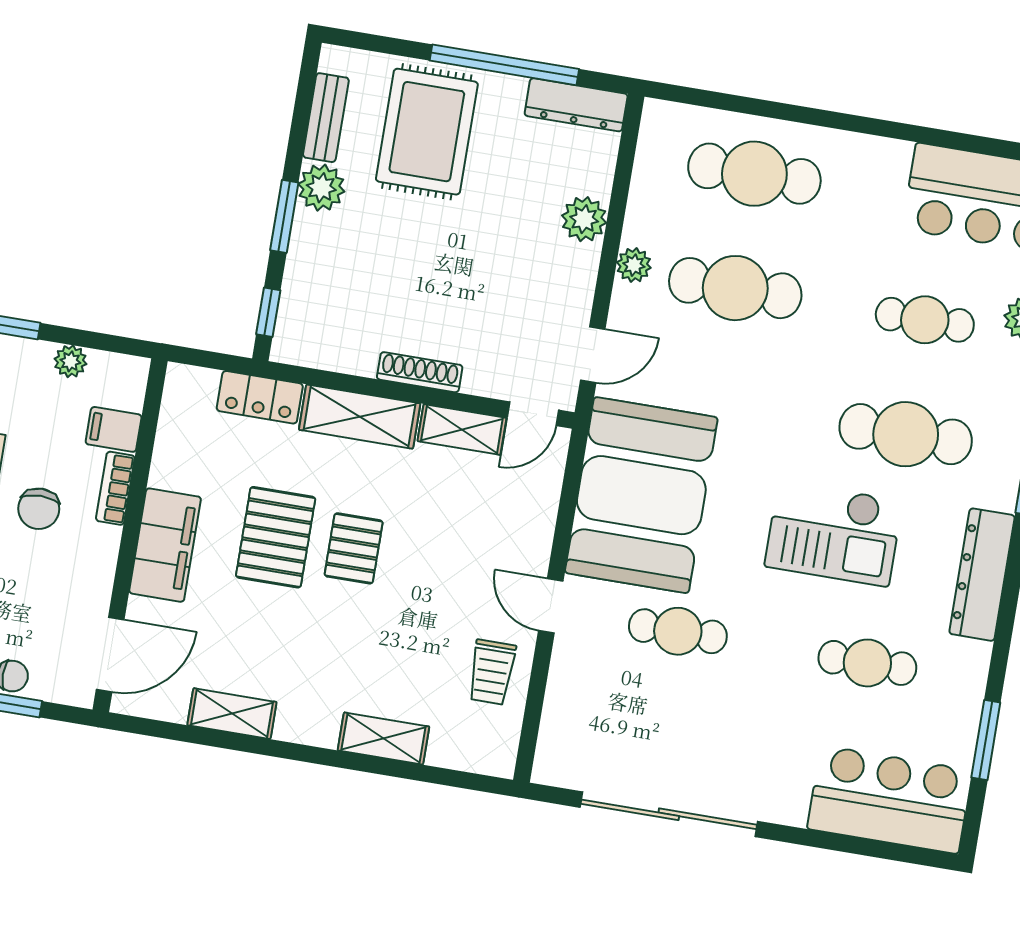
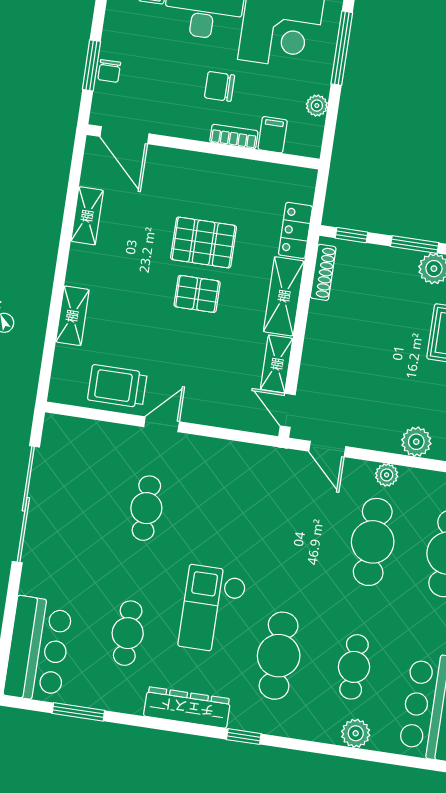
shoe rack: (420, 372) -> (323, 272), moved
booth: (641, 495) -> (235, 482), removed
filing cabinet: (165, 545) -> (197, 170), removed
trolley: (492, 672) -> (117, 386), width x1.36, depth x1.39

